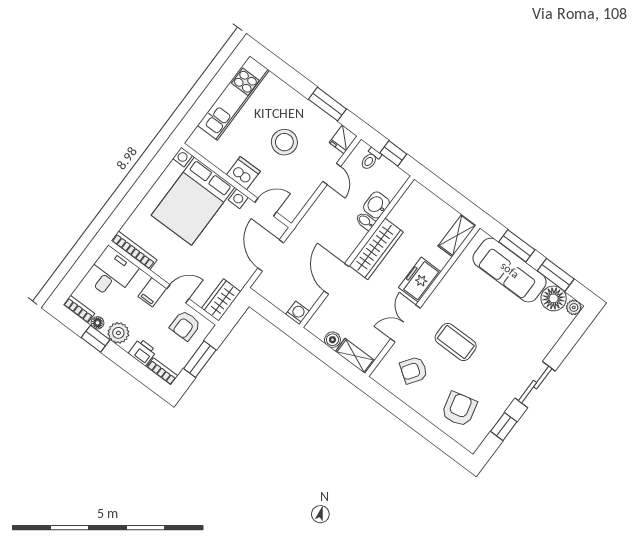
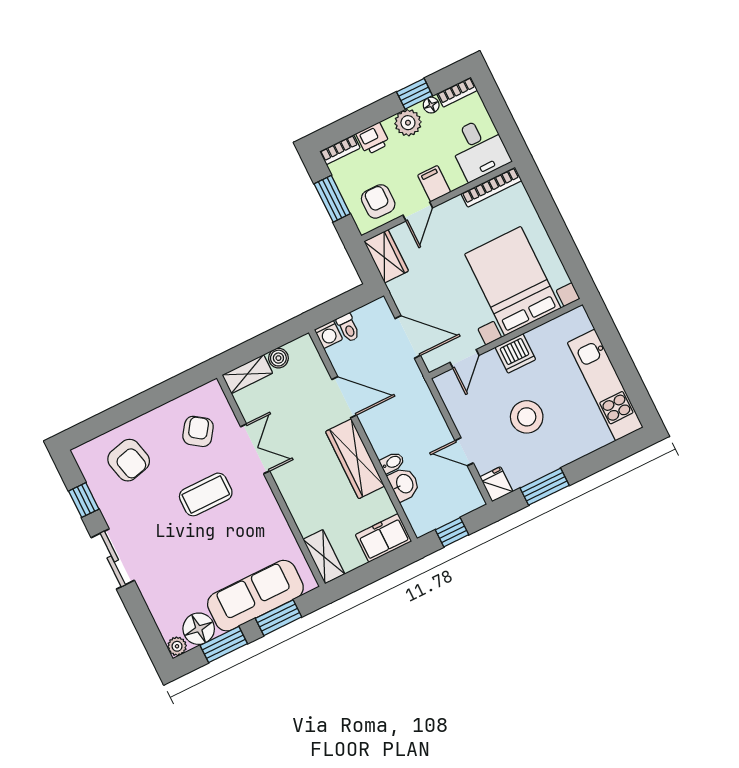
toilet: (370, 159) -> (348, 328), moved, turned 180
freezer: (420, 280) -> (383, 538), moved, turned -90

